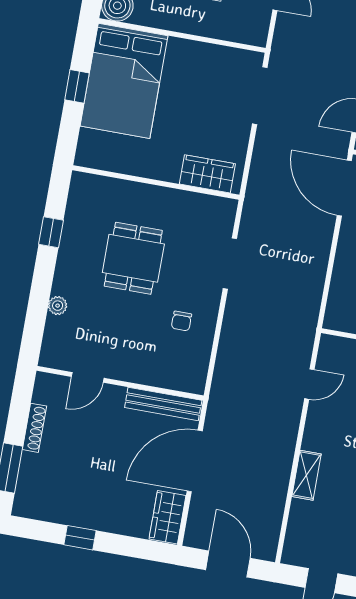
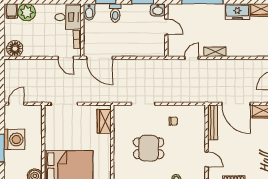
door: (344, 188) -> (99, 58), hinge flipped
door: (309, 384) -> (192, 58), hinge flipped
shelving: (306, 475) -> (215, 52), moved

